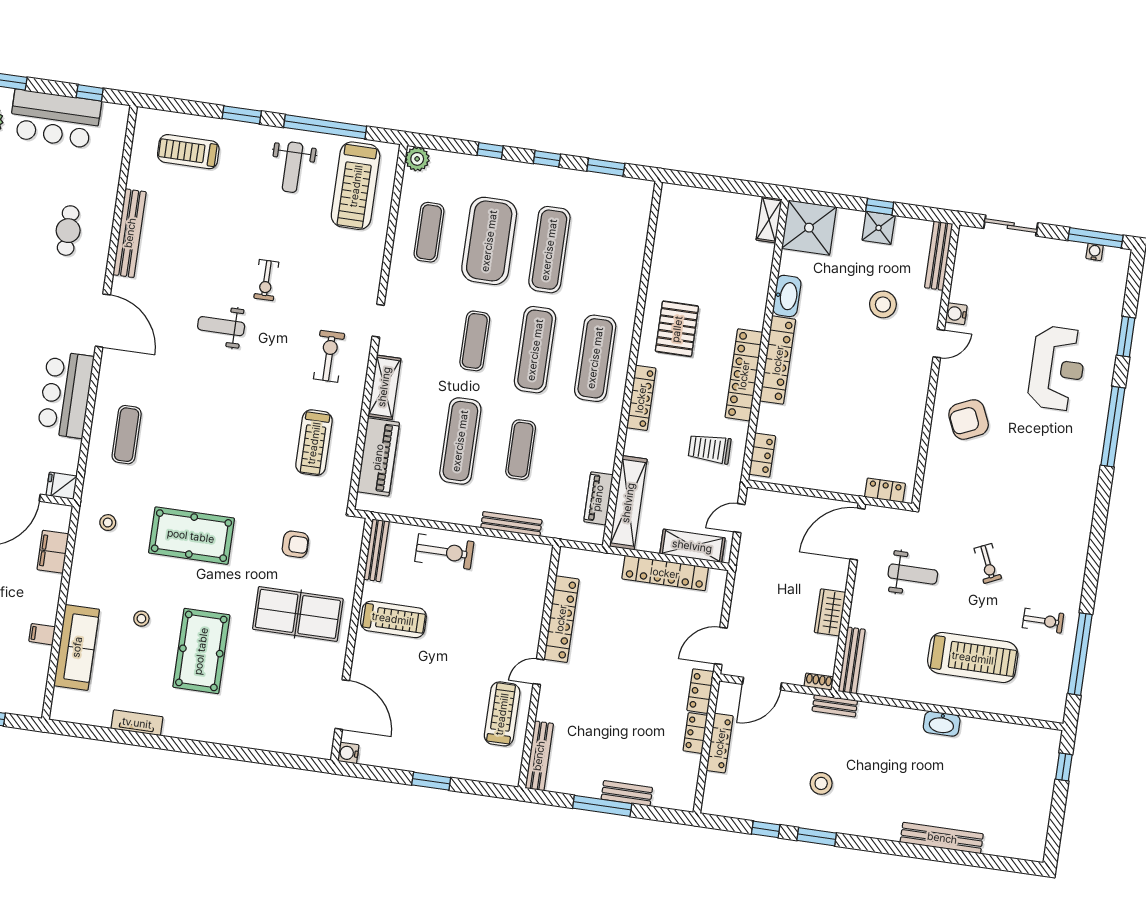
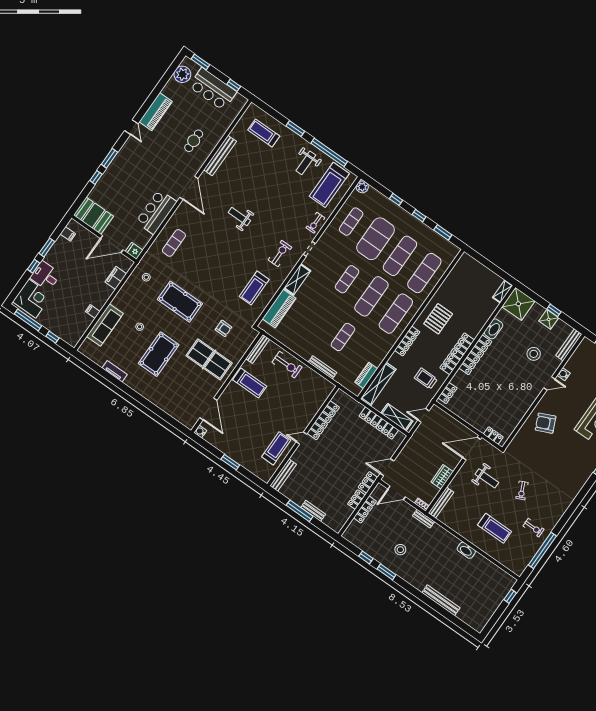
exercise bike: (266, 280) -> (315, 223), moved
exercise mat: (460, 441) -> (424, 273), moved
treadmill: (973, 658) -> (495, 528), width x0.73, depth x0.73

